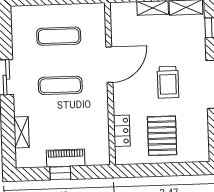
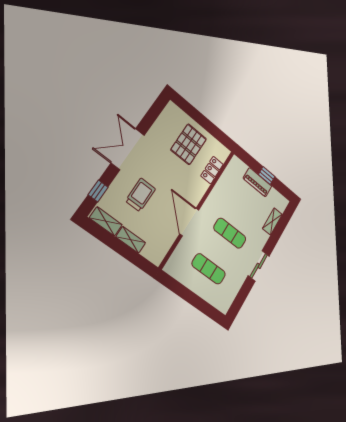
door: (109, 65) -> (189, 222), hinge flipped
trolley: (168, 82) -> (140, 195), moved

